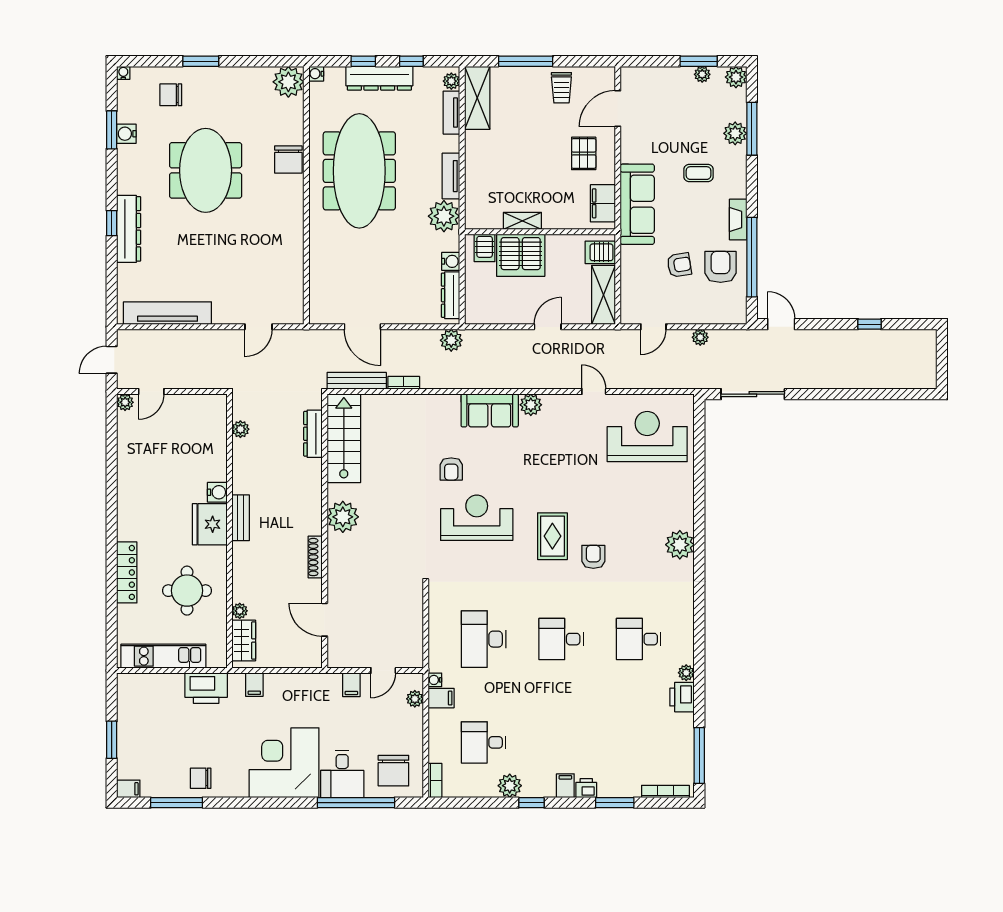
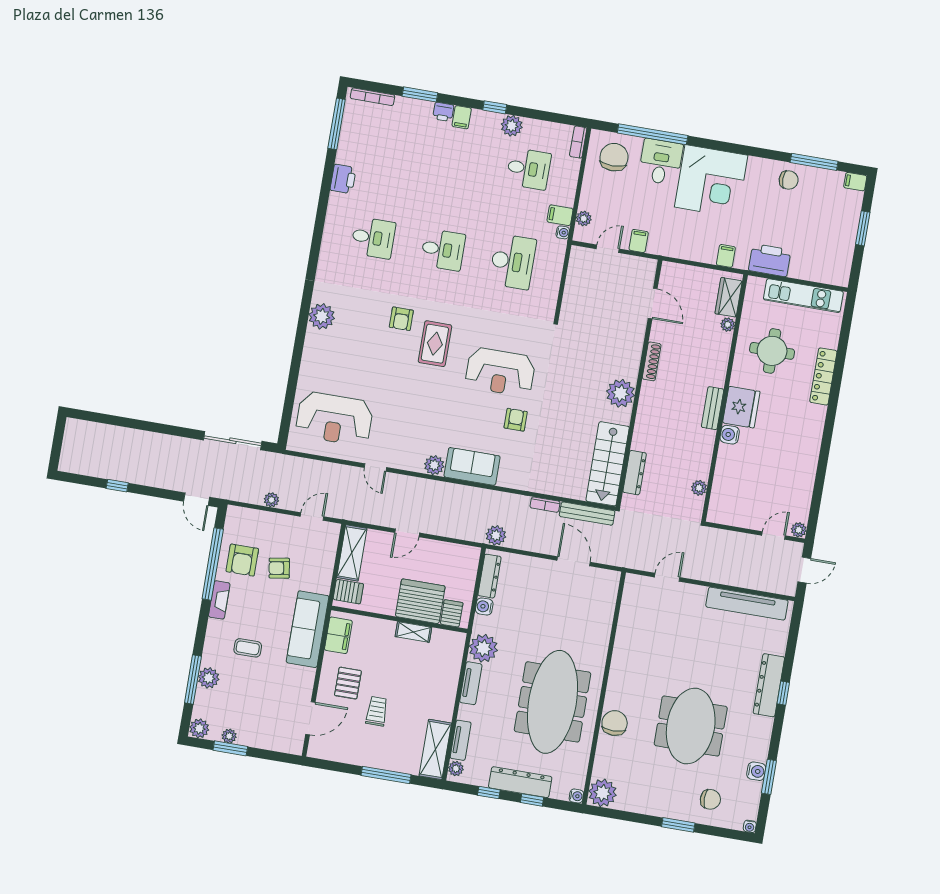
trolley: (561, 88) -> (377, 711), moved
plant: (686, 673) -> (336, 200), removed

